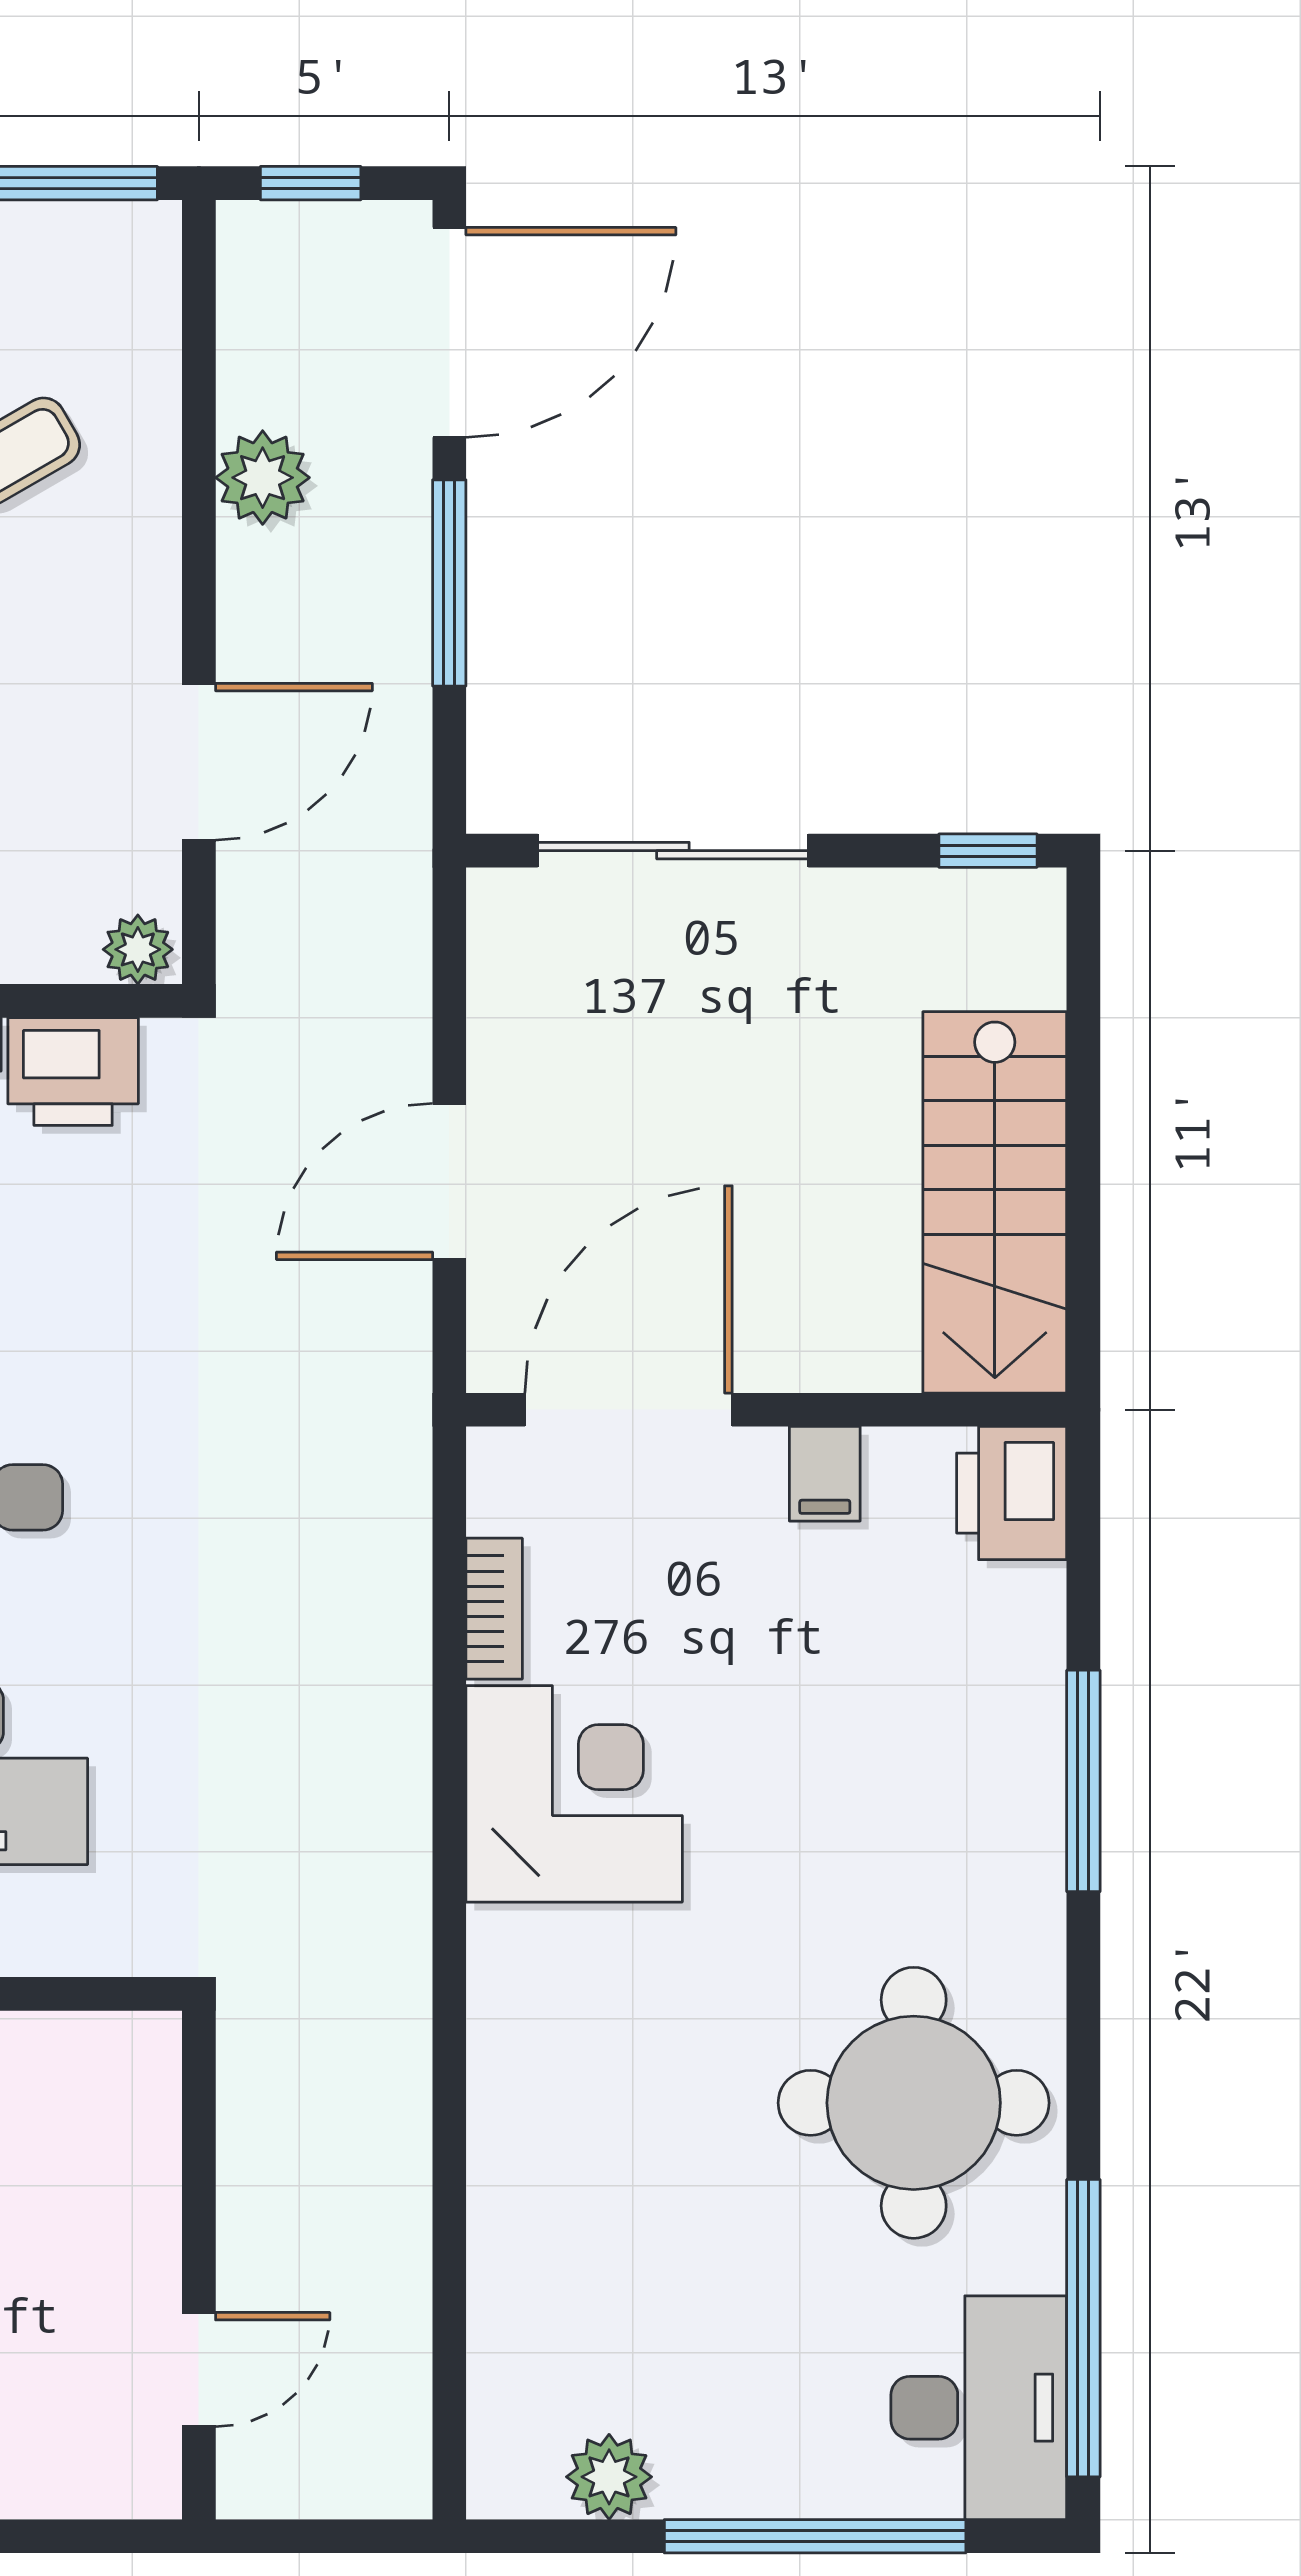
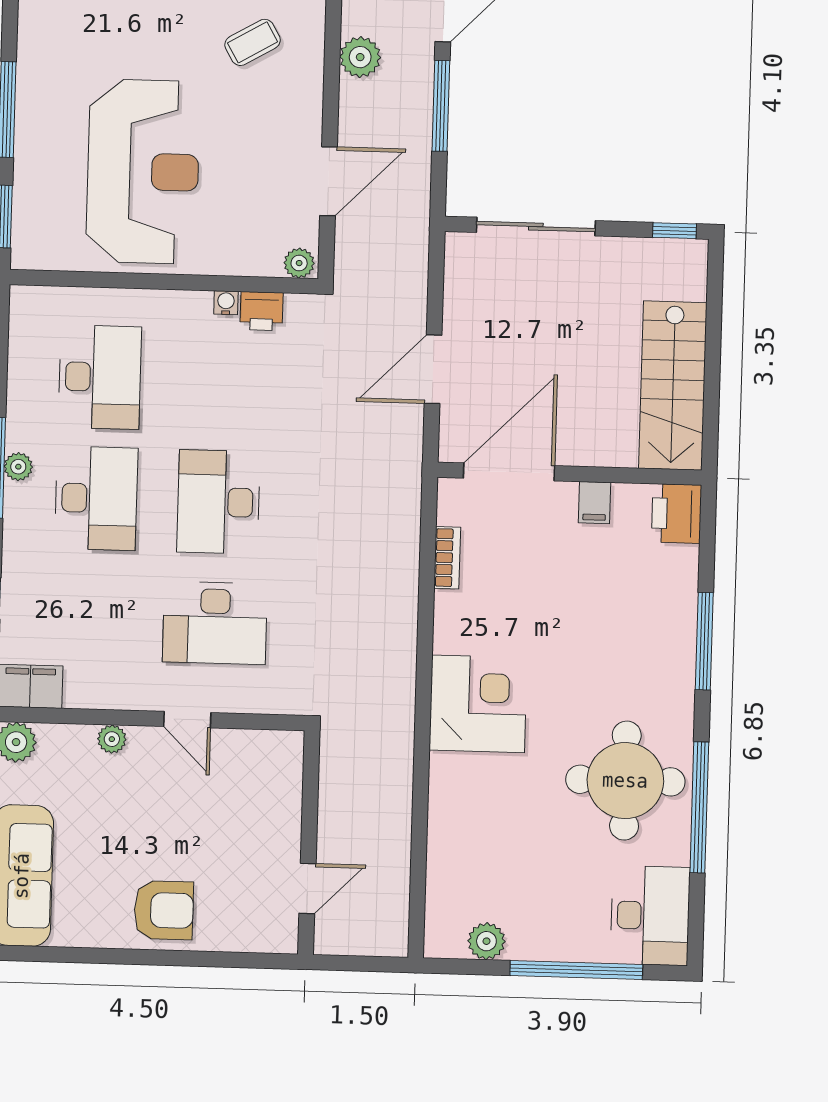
printer: (73, 1071) -> (262, 311), width x0.73, depth x0.81
corner desk: (574, 1794) -> (478, 704), moved
window: (1083, 2328) -> (699, 807), moved

